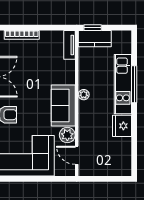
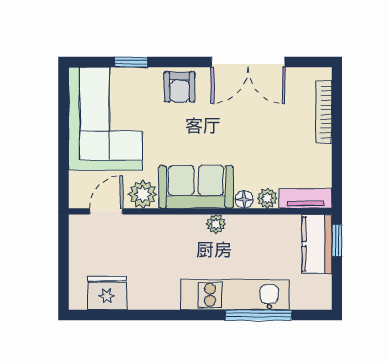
plant: (69, 66) -> (267, 198), added
floor lamp: (70, 79) -> (244, 199), added
window: (134, 84) -> (259, 315), moved
fridge: (122, 126) -> (107, 293), moved

